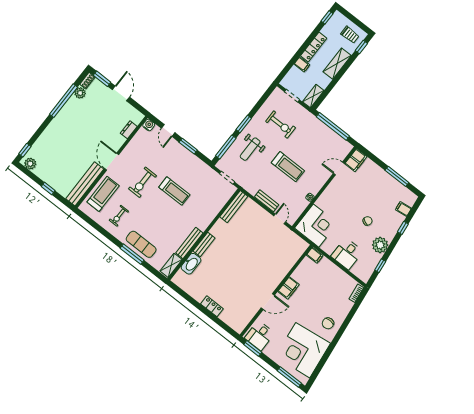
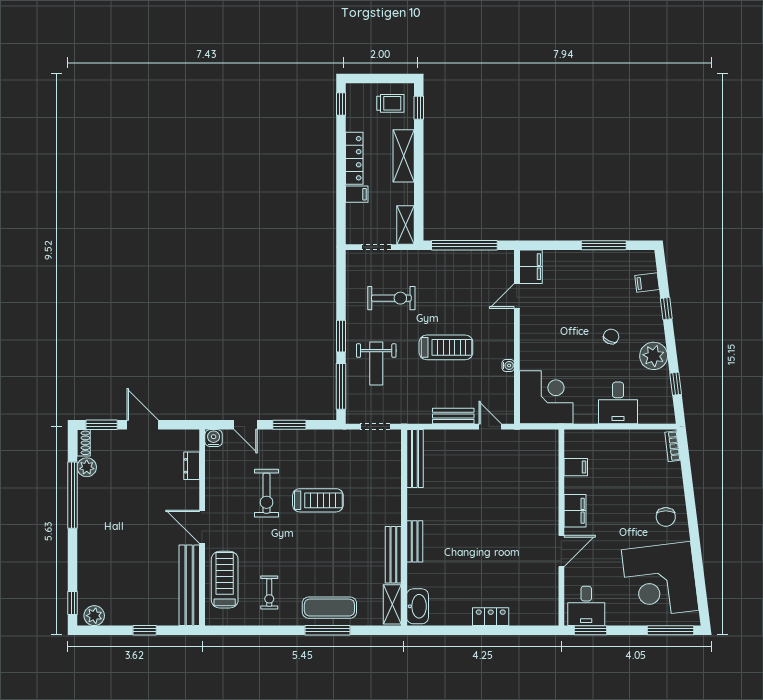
exercise bike: (142, 182) -> (266, 493), moved
filing cabinet: (315, 255) -> (576, 467), moved
washbasin: (191, 264) -> (418, 606), moved

